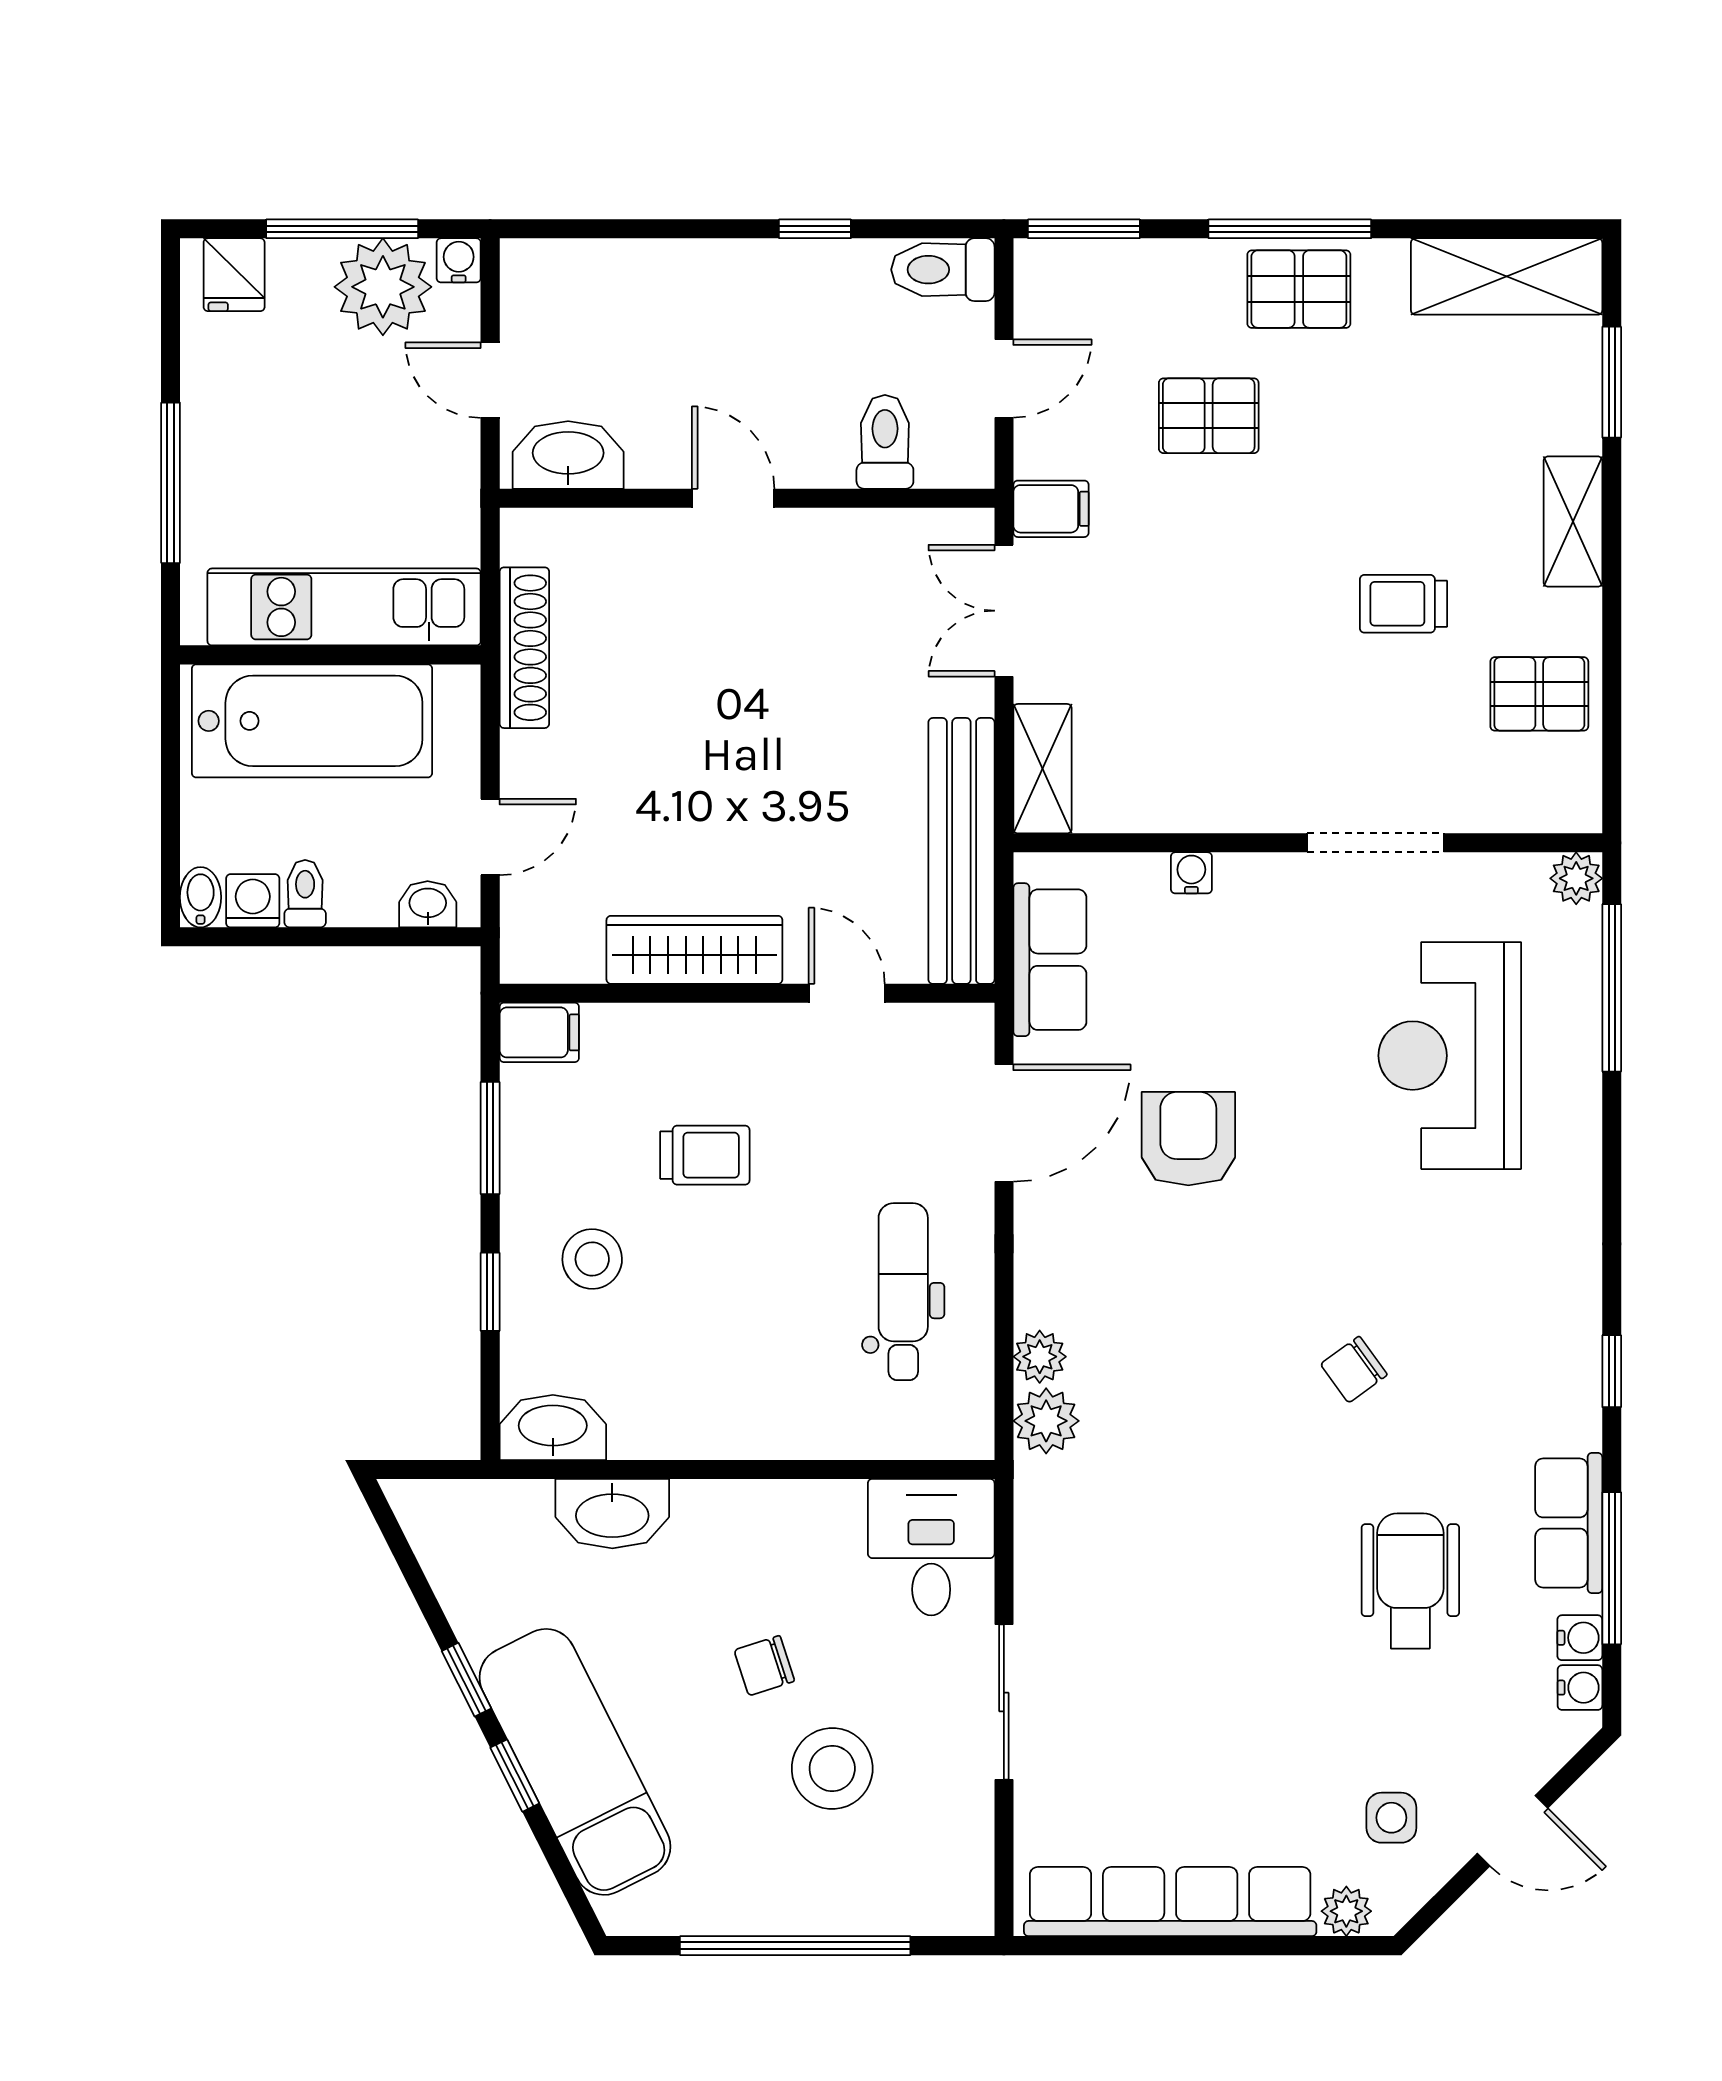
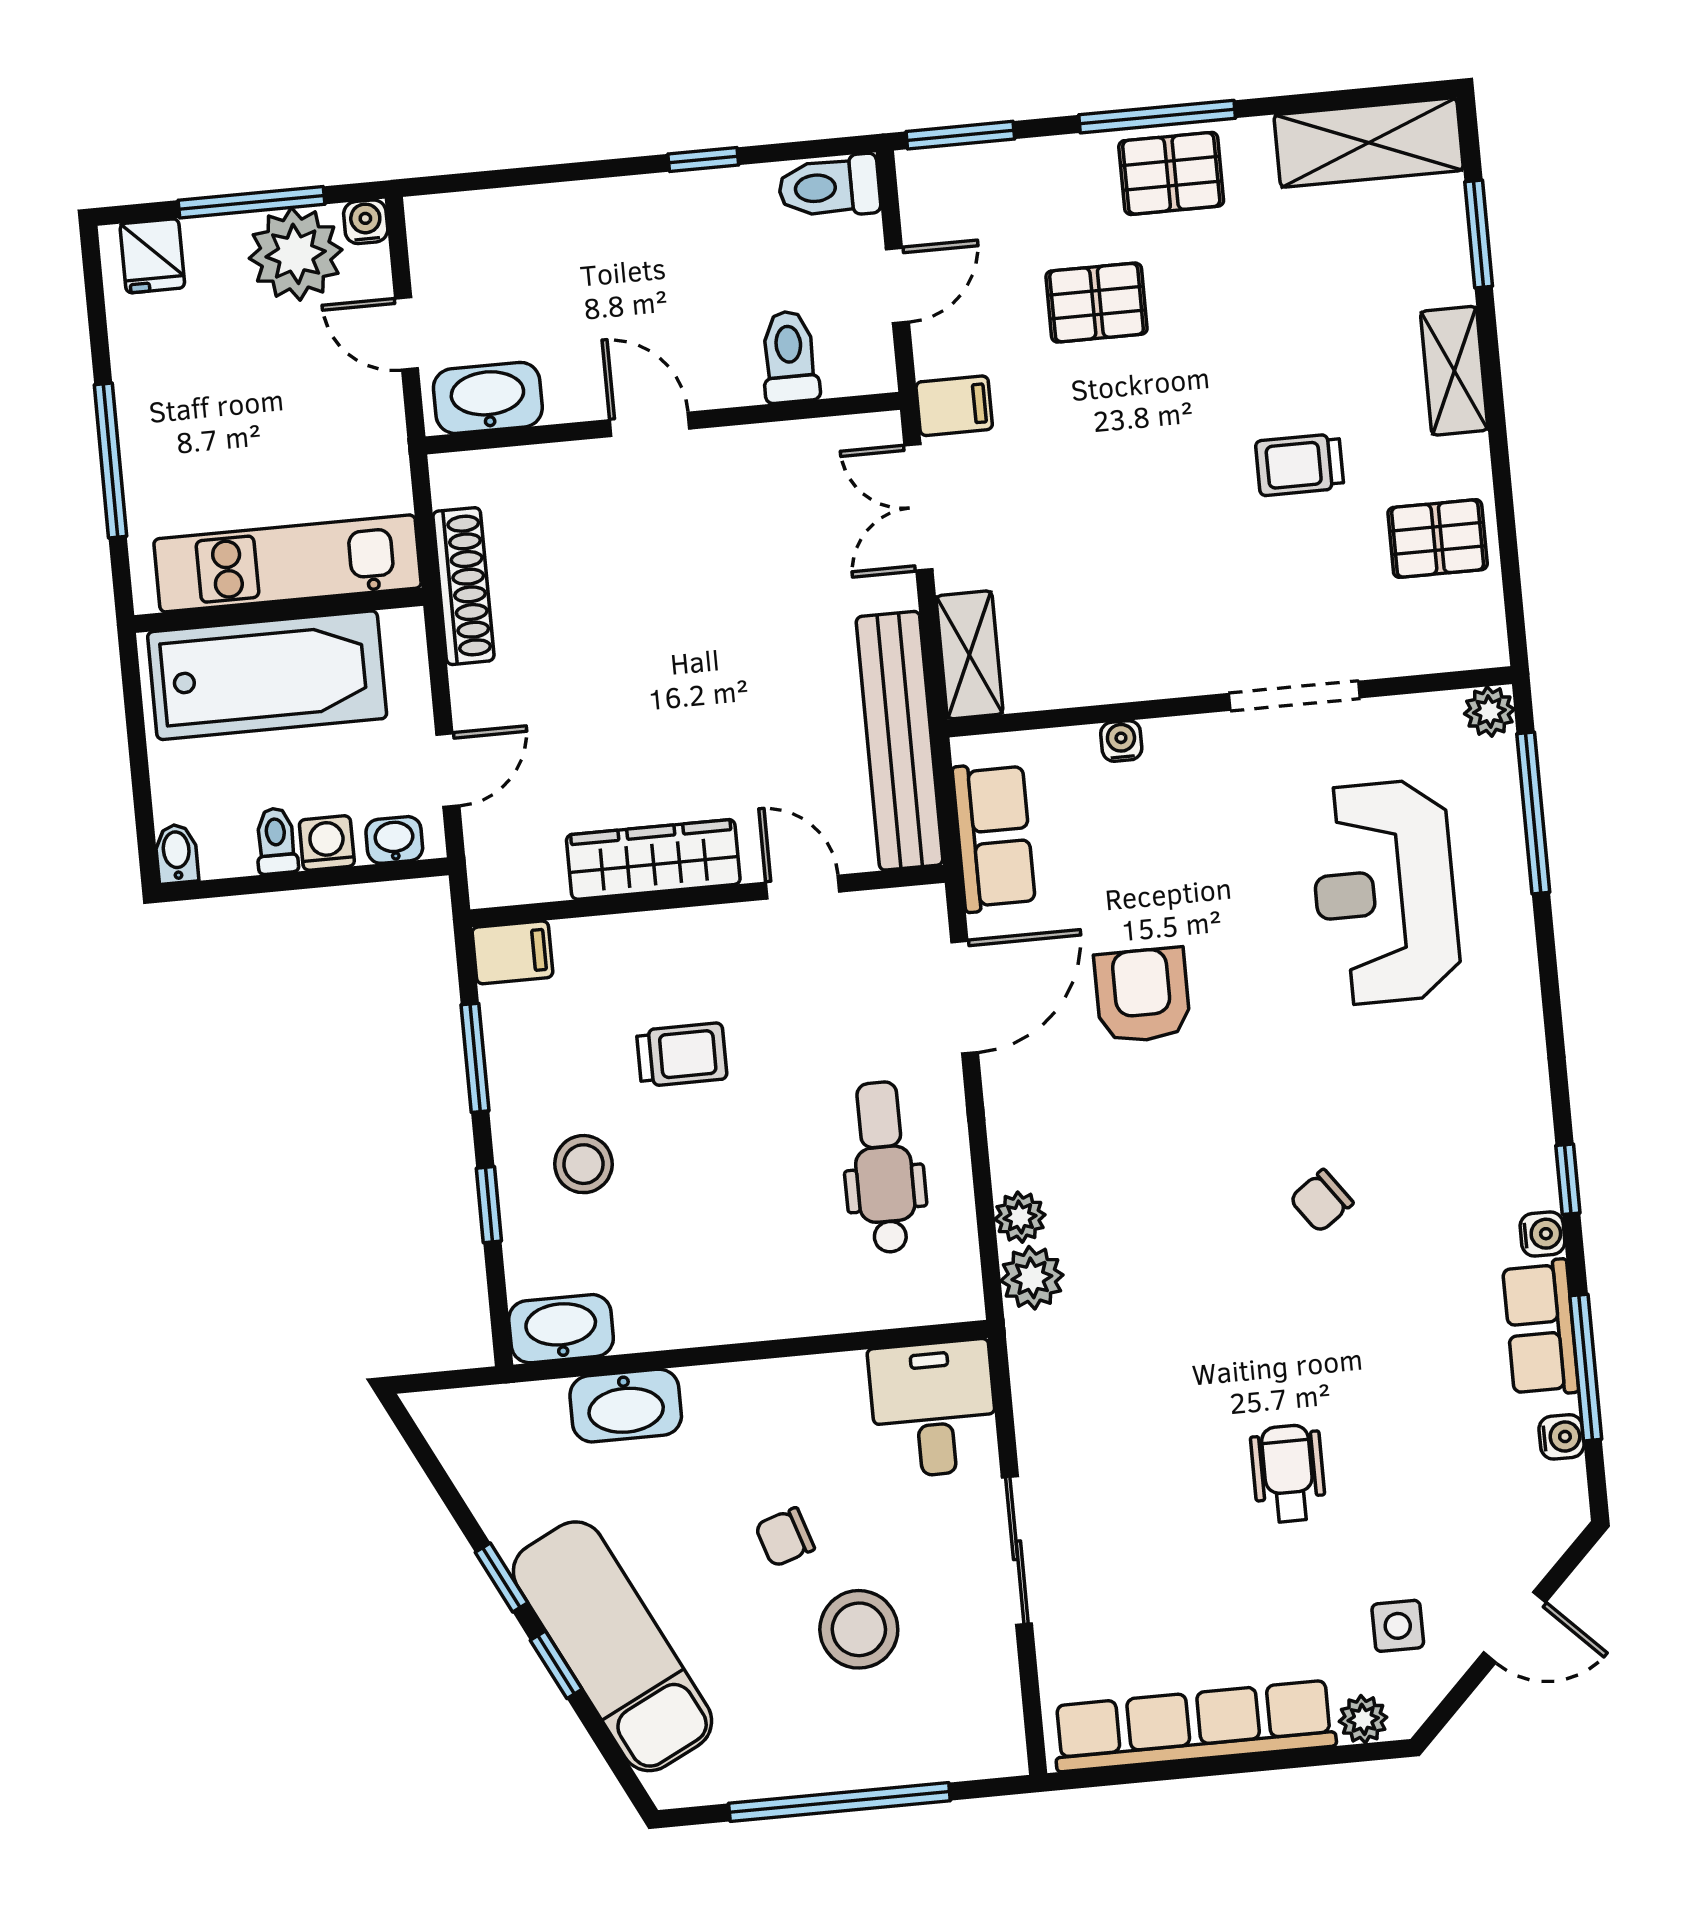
washing machine: (253, 901) -> (327, 843), moved
wheelchair: (1410, 1581) -> (1288, 1473), moved, width x0.73, depth x0.73
water cooler: (1580, 1688) -> (1542, 1234), moved

